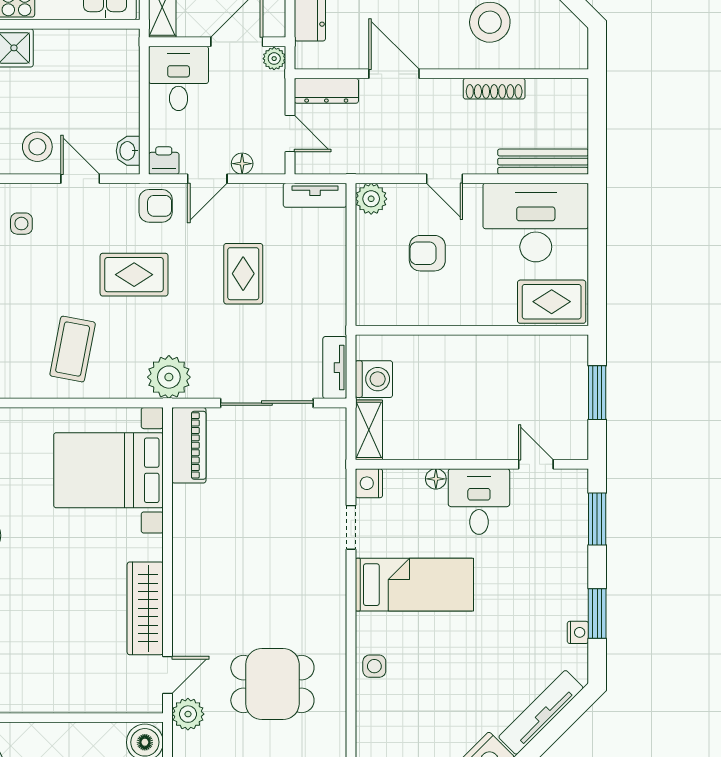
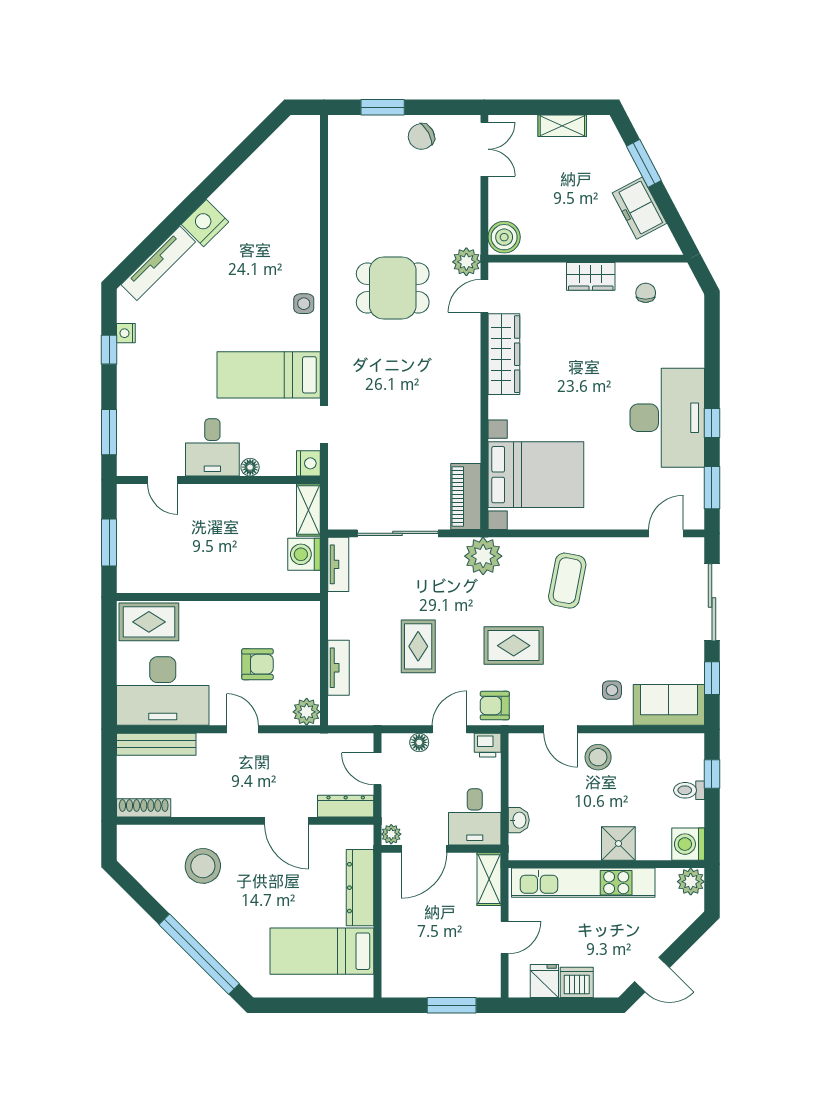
shoe rack: (494, 89) -> (144, 808), moved
washbasin: (128, 151) -> (519, 820), moved
tv unit: (315, 195) -> (338, 668), moved, turned 90
window: (597, 613) -> (109, 350), width x0.67
wardrobe: (46, 697) -> (591, 276), added

